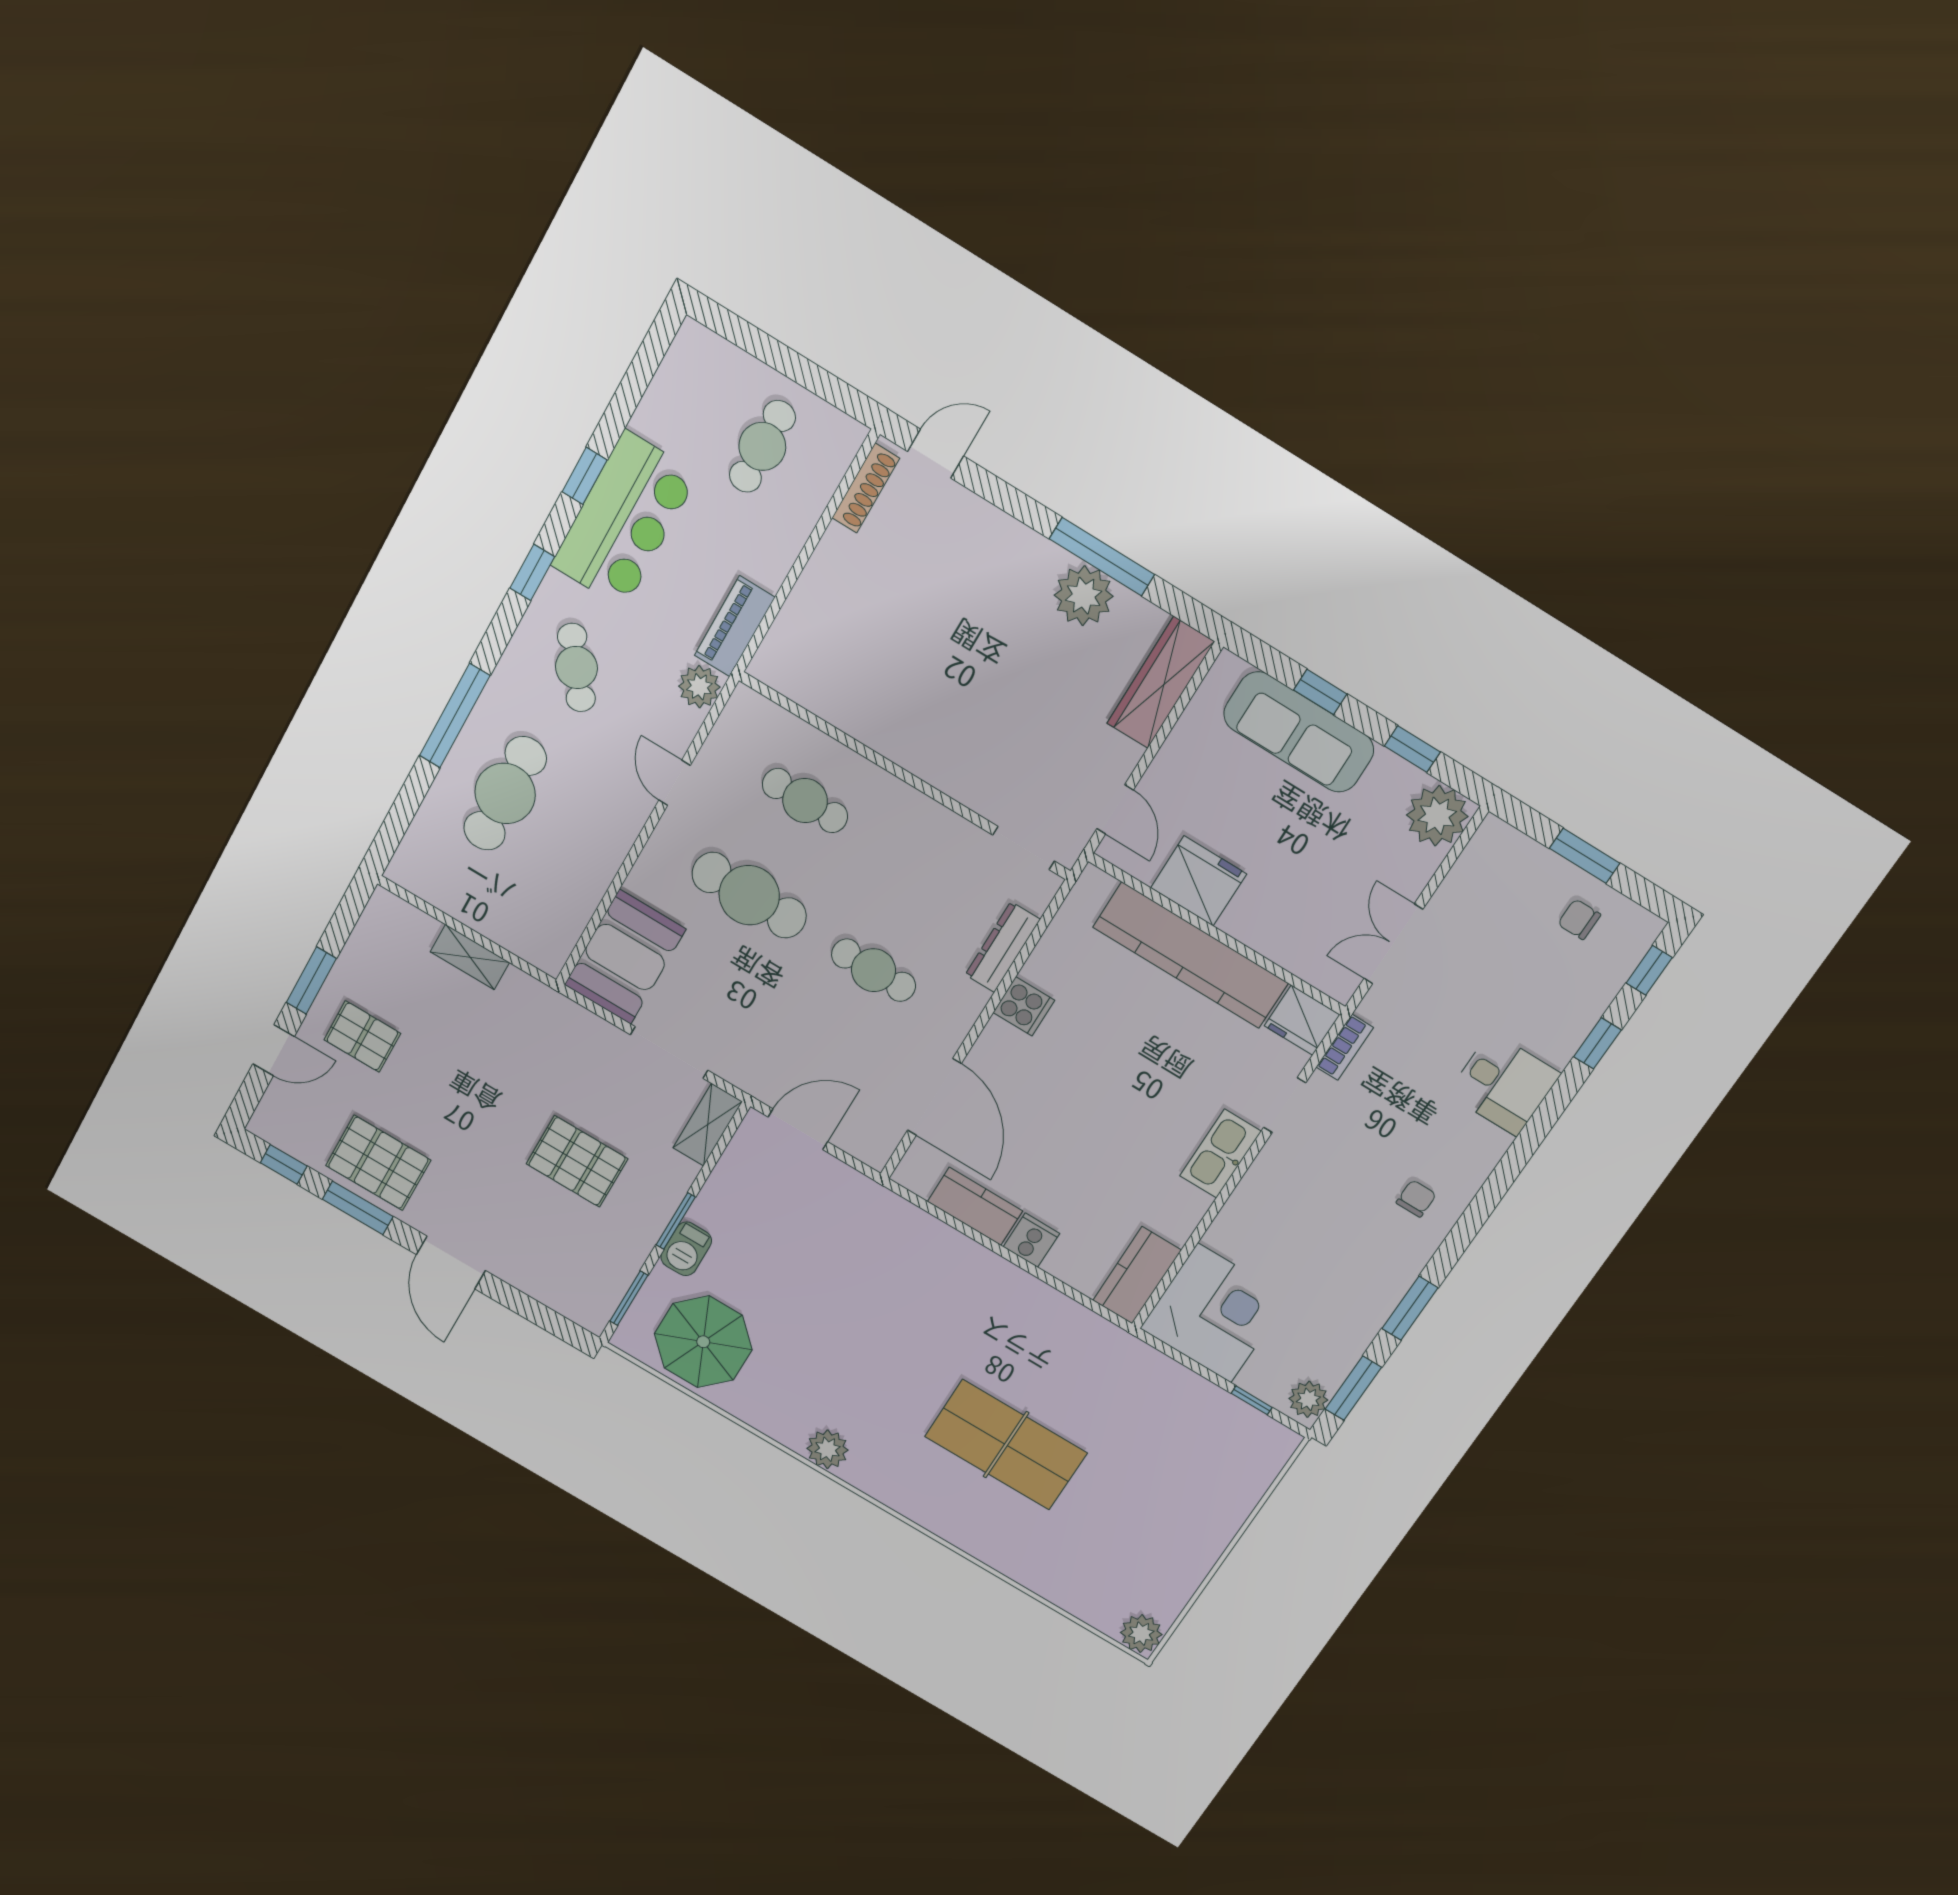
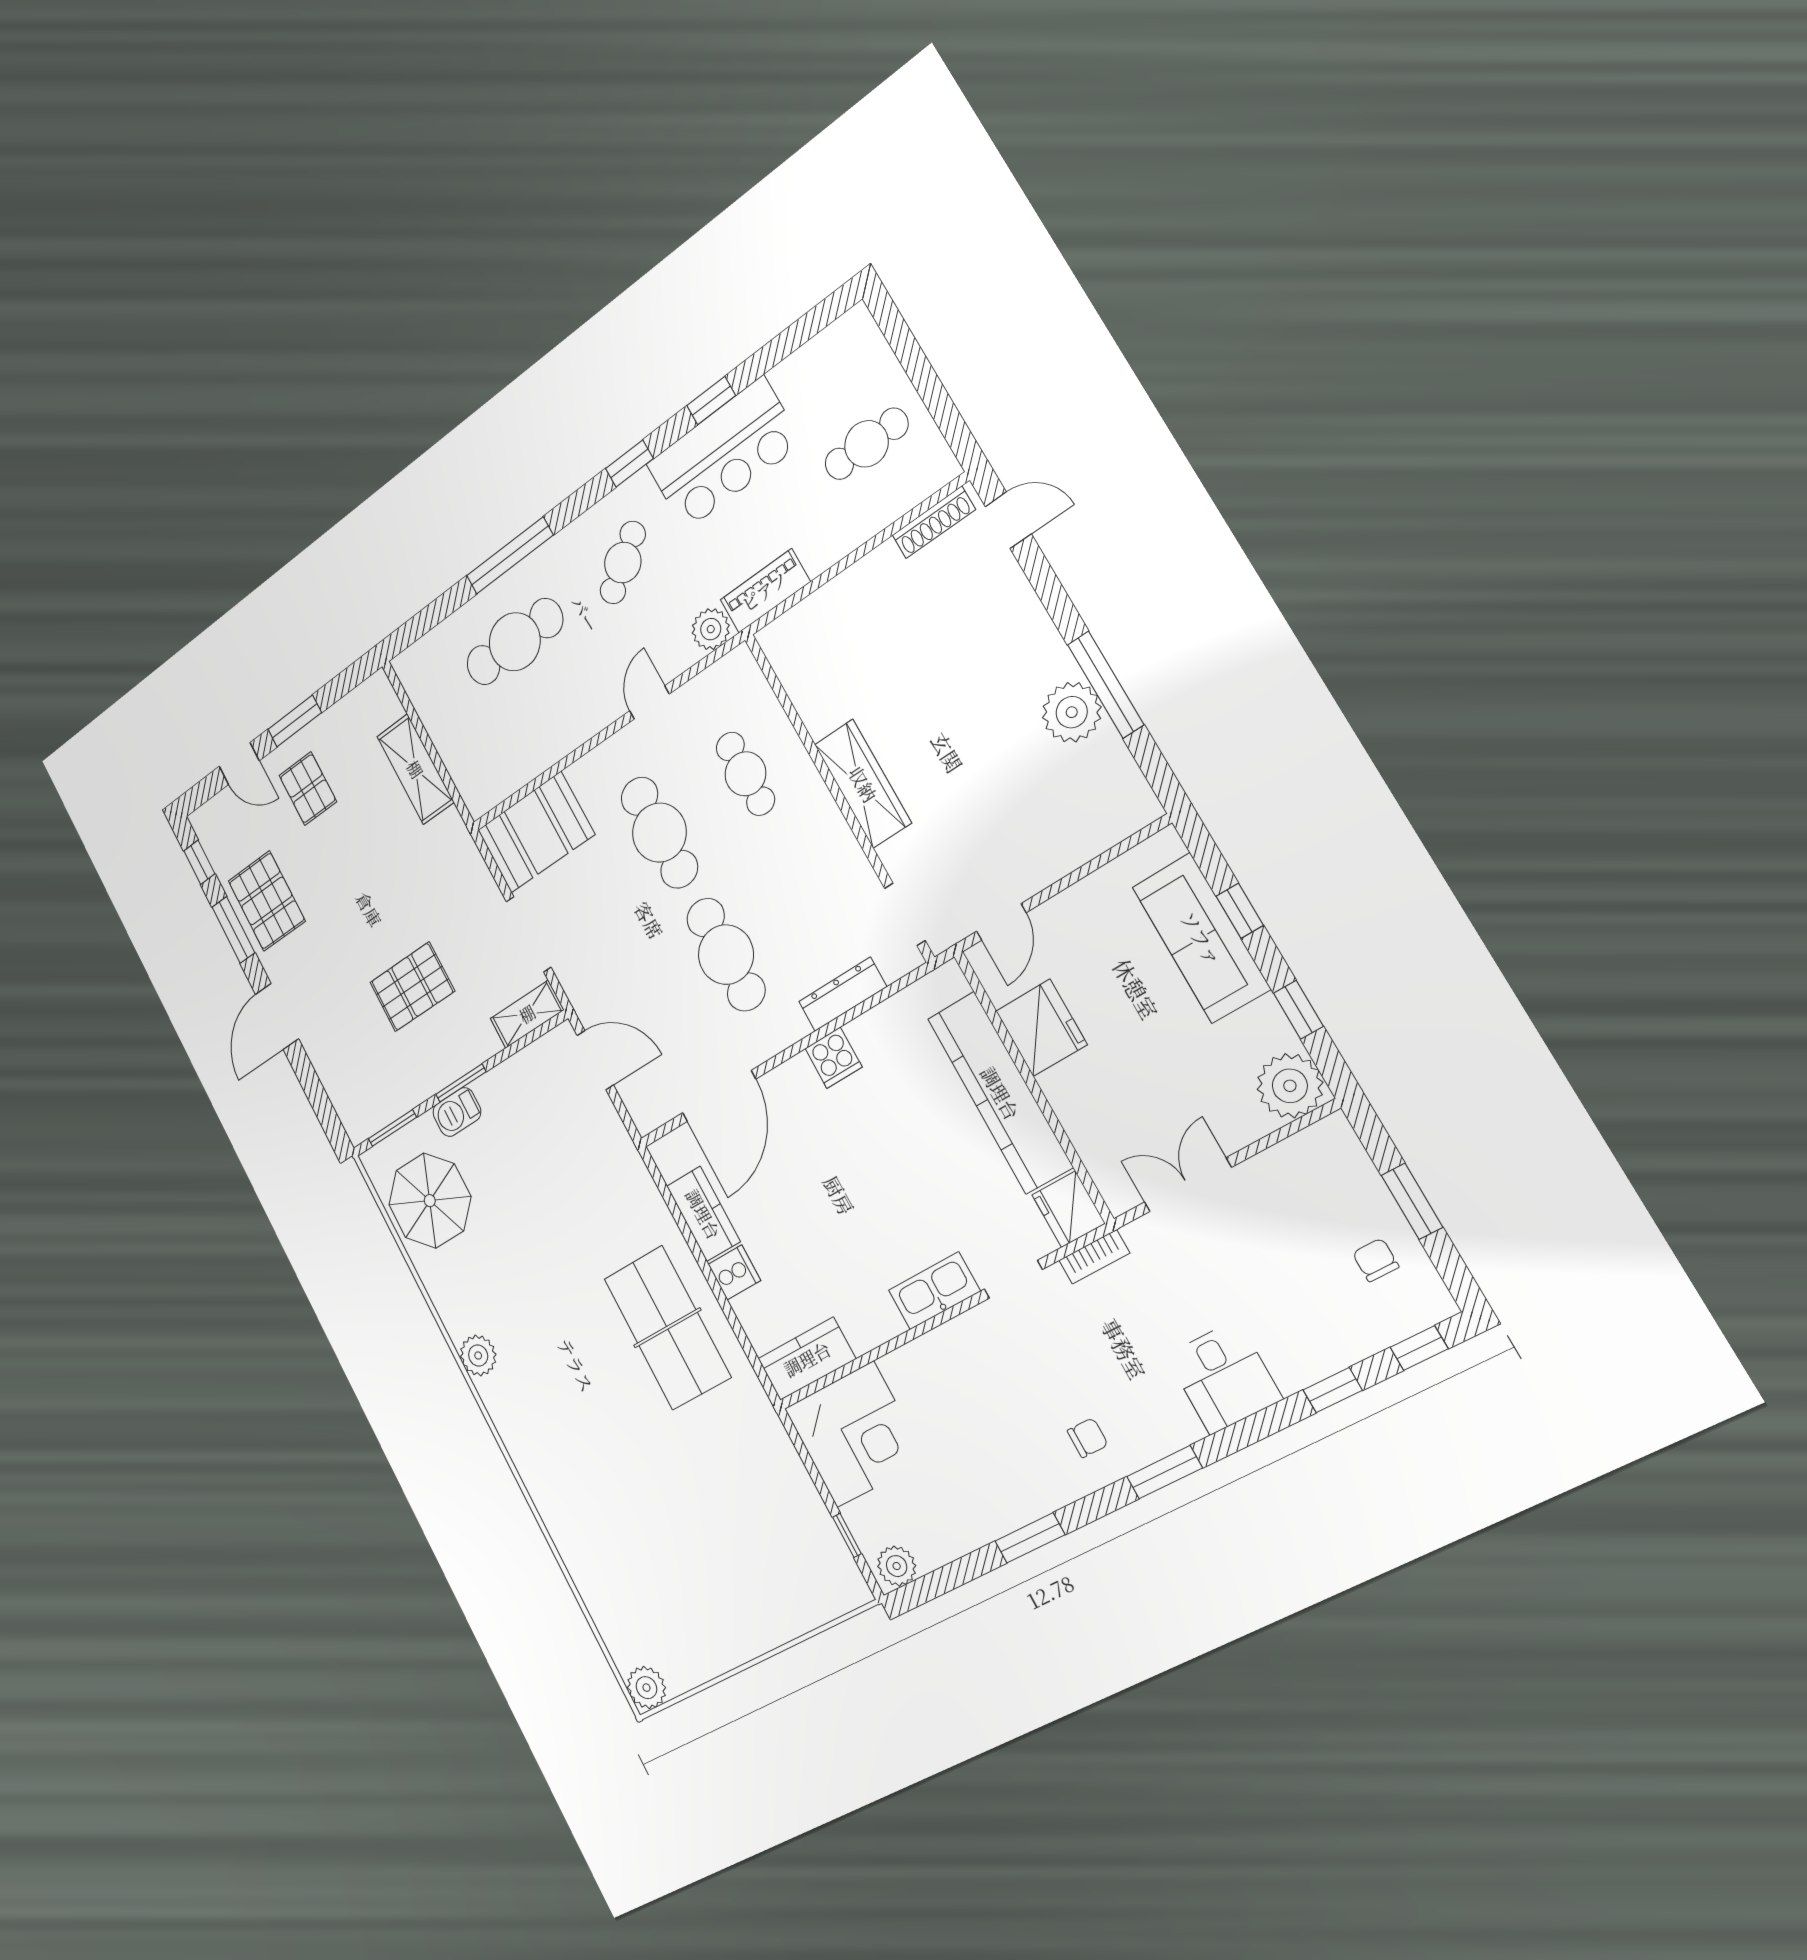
wardrobe: (1161, 683) -> (863, 784), moved, turned 90
shelving: (470, 957) -> (415, 769), width x1.50, depth x1.33
cafe table: (874, 970) -> (726, 955), width x1.37, depth x1.35
pallet: (577, 1161) -> (412, 987), turned 90
window: (1353, 1388) -> (1164, 1472), moved
table tennis table: (1006, 1445) -> (667, 1328), moved

